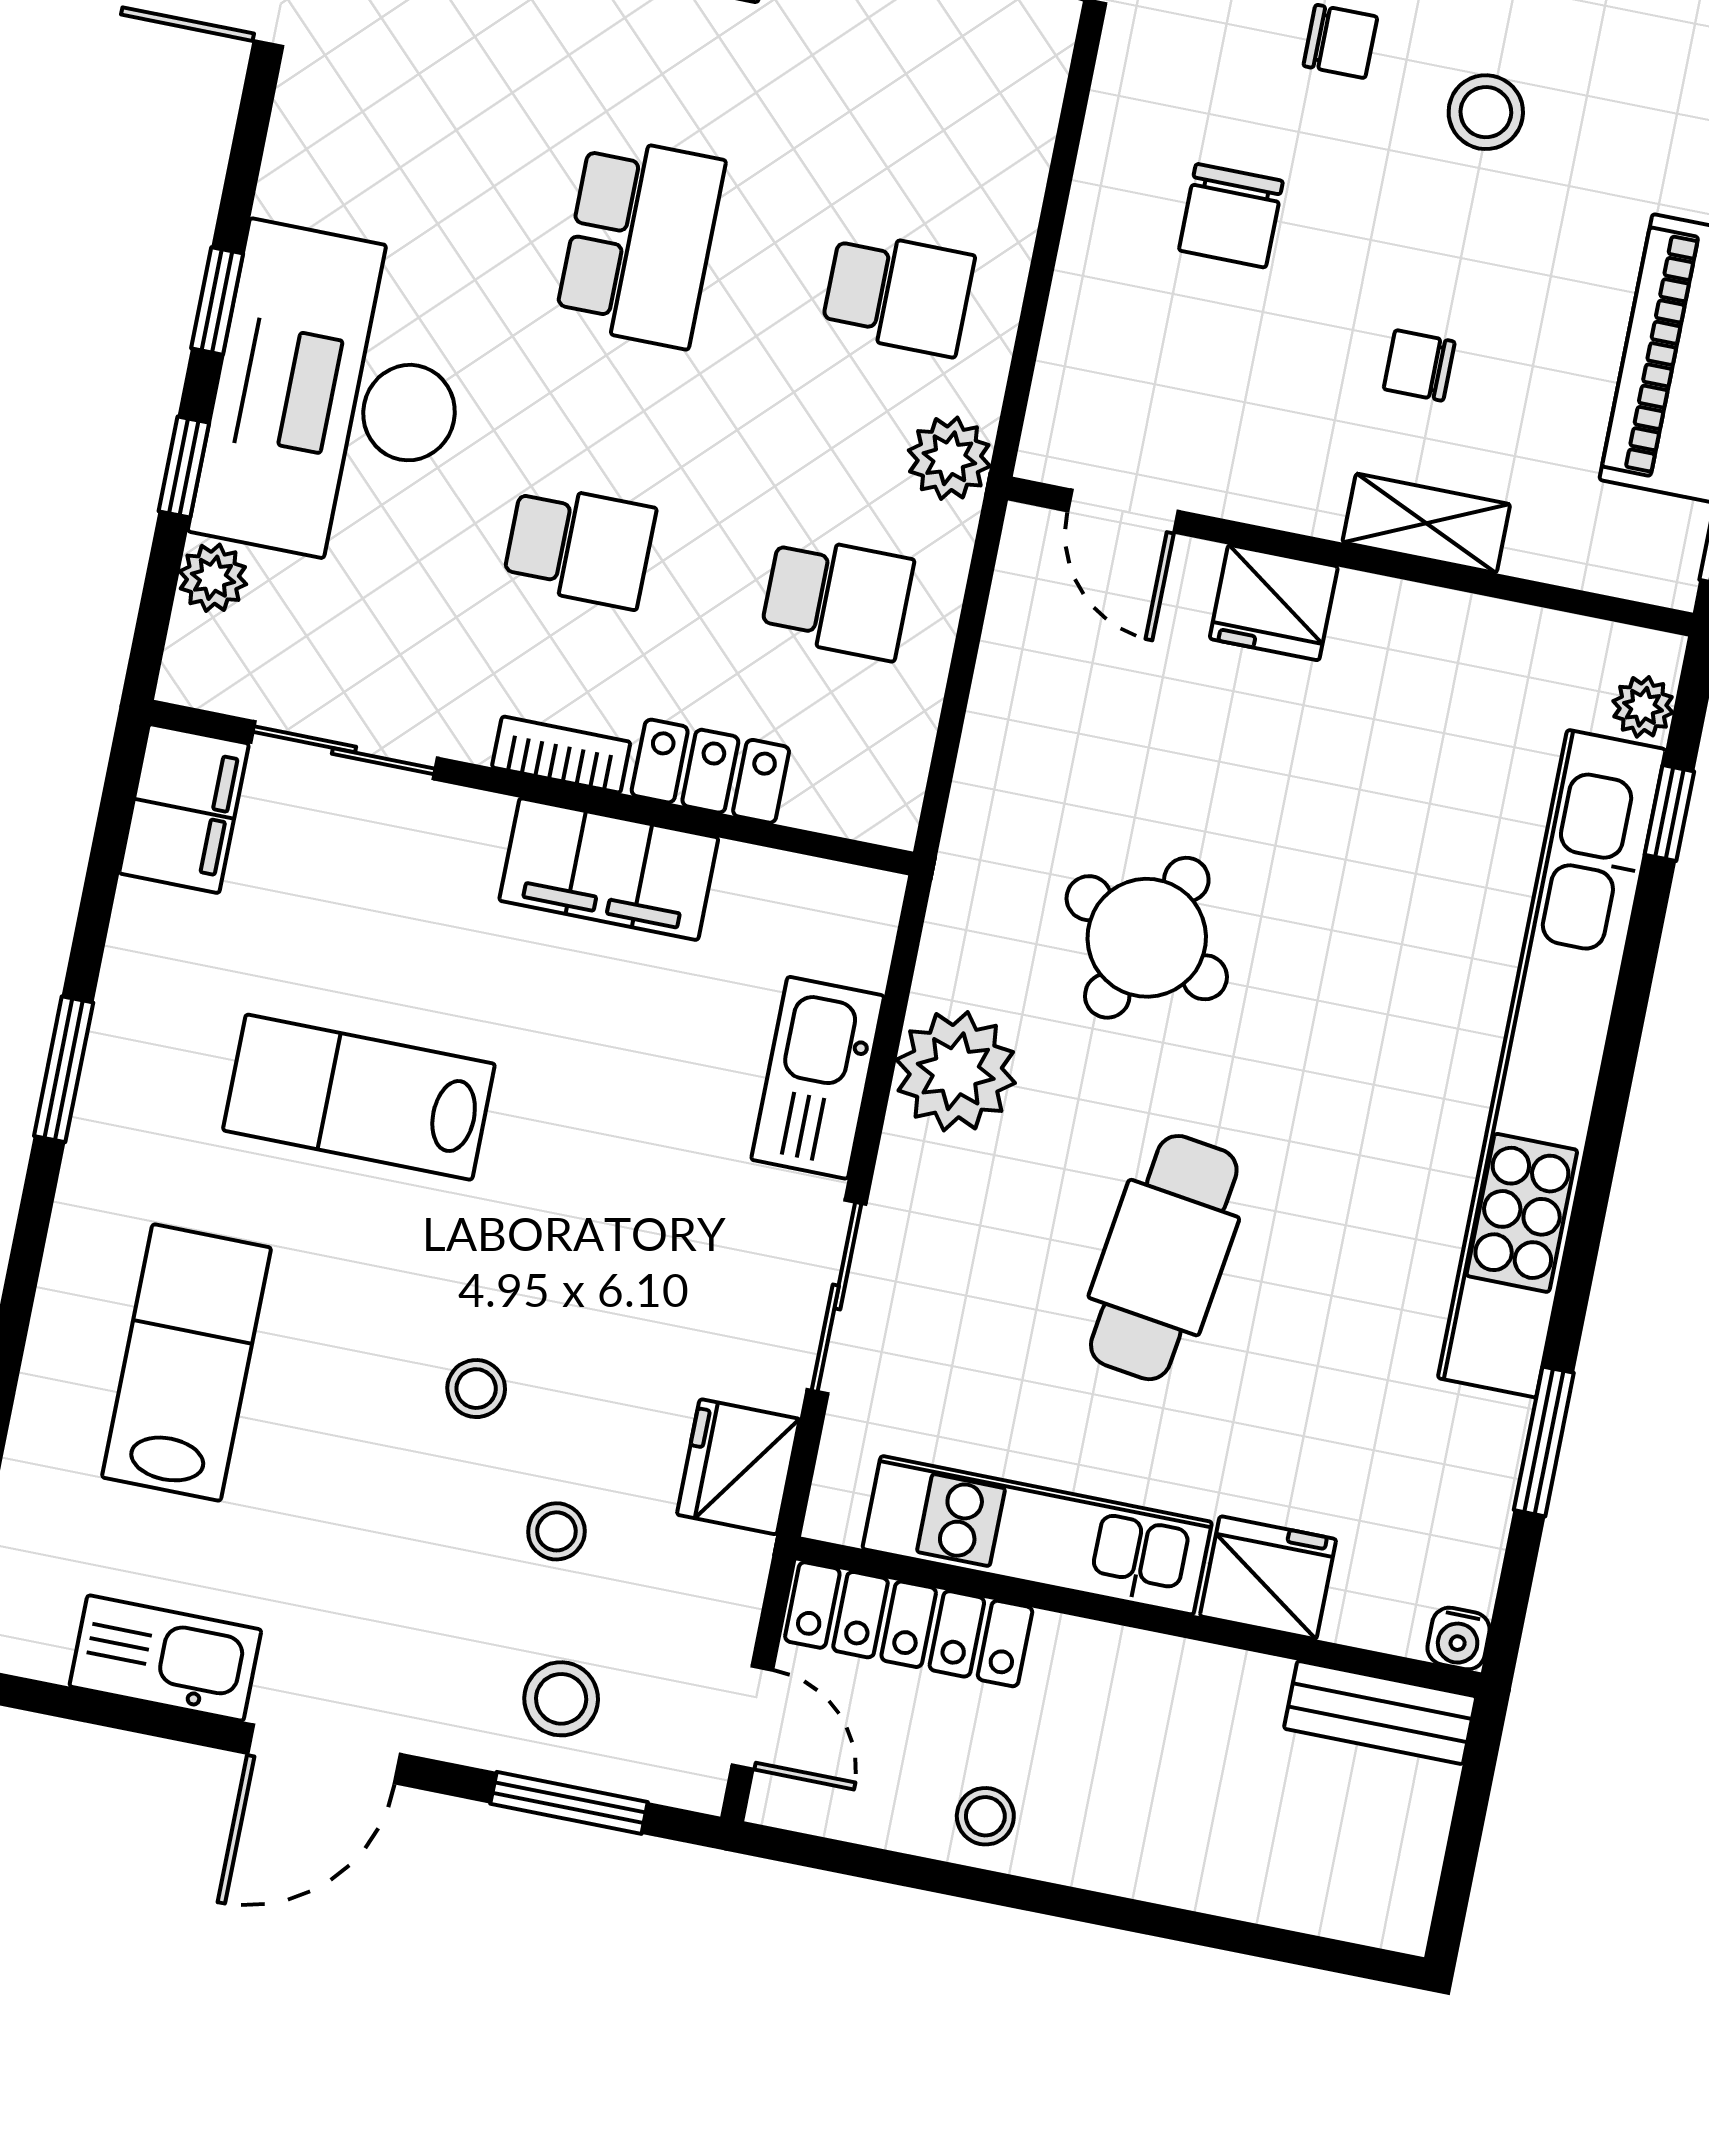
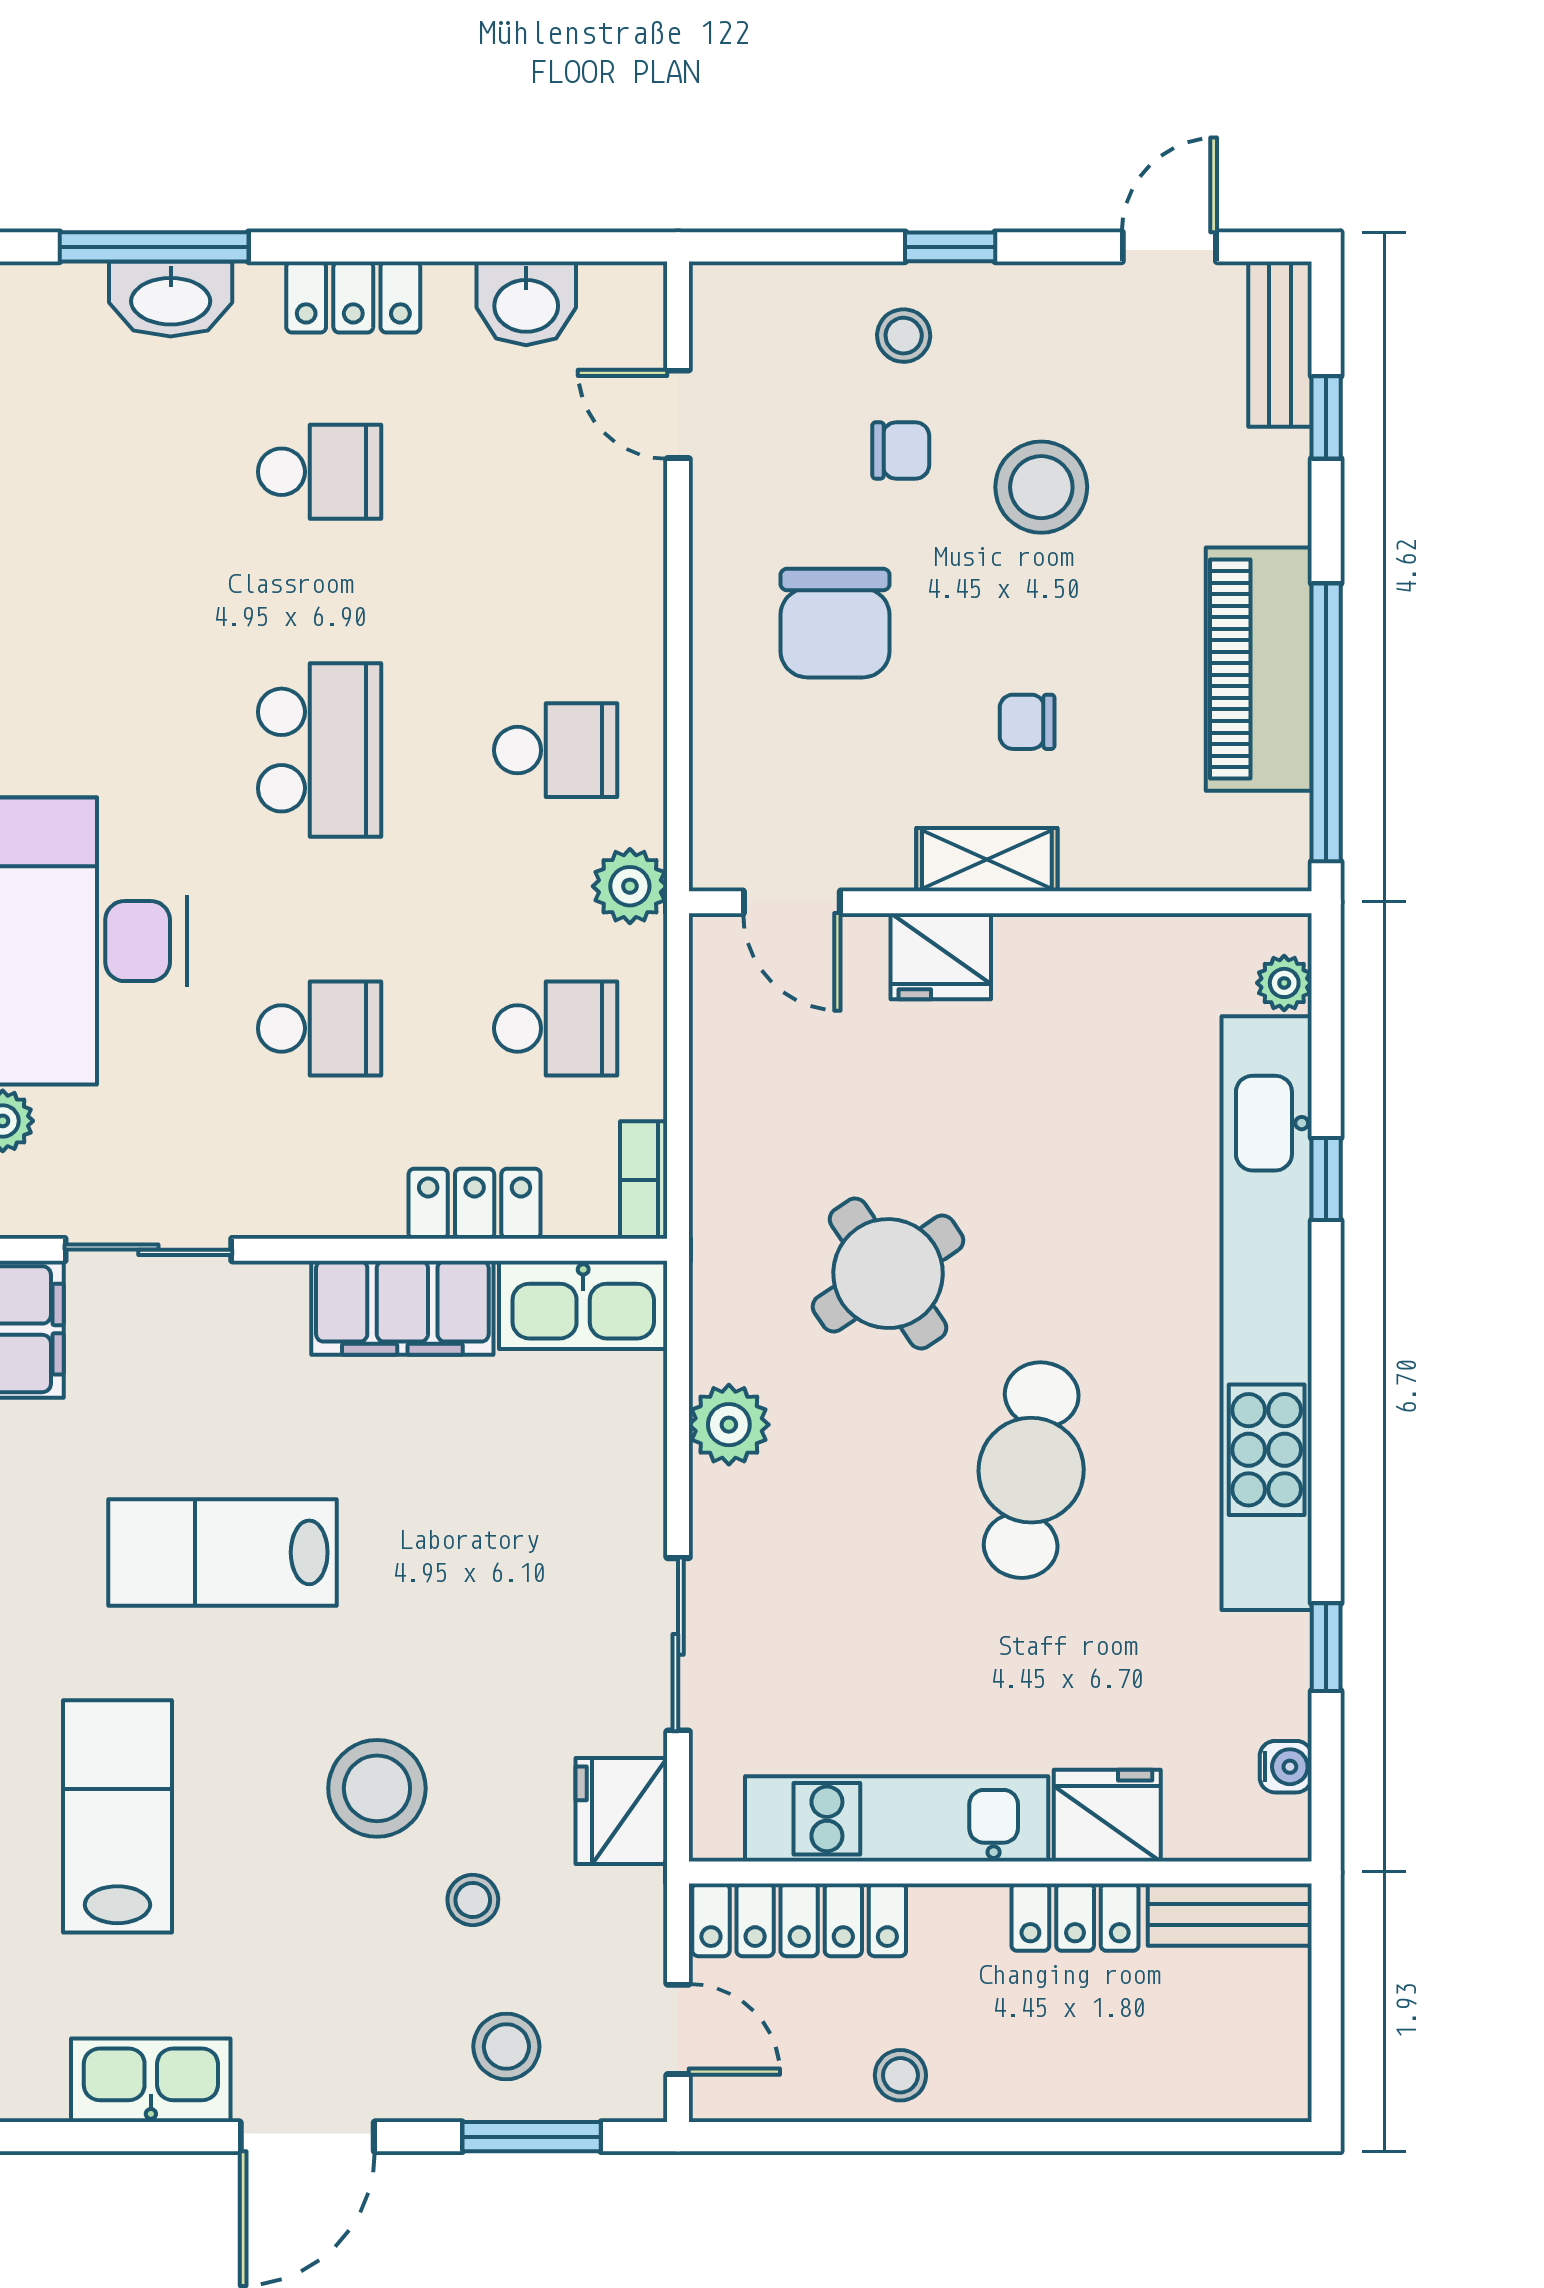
stool: (1486, 112) -> (1041, 487), width x1.38, depth x1.38
chair: (1231, 216) -> (835, 623), width x1.37, depth x1.37
shelving: (1426, 523) -> (987, 860), moved
bookcase: (561, 755) -> (644, 1180), moved, turned -90
window: (1669, 813) -> (1326, 1179), moved
round table: (1147, 938) -> (888, 1274), turned 33
plant: (956, 1071) -> (729, 1425), width x0.73, depth x0.73
kitchen sink: (818, 1078) -> (583, 1305), moved, turned -90
cafe table: (1164, 1258) -> (1031, 1470), moved
stool: (476, 1389) -> (377, 1788), width x1.89, depth x1.89
window: (1544, 1441) -> (1326, 1647), width x0.67
water cooler: (1458, 1639) -> (1286, 1767), moved, turned -90
locker: (1211, 1682) -> (1075, 1917), added

